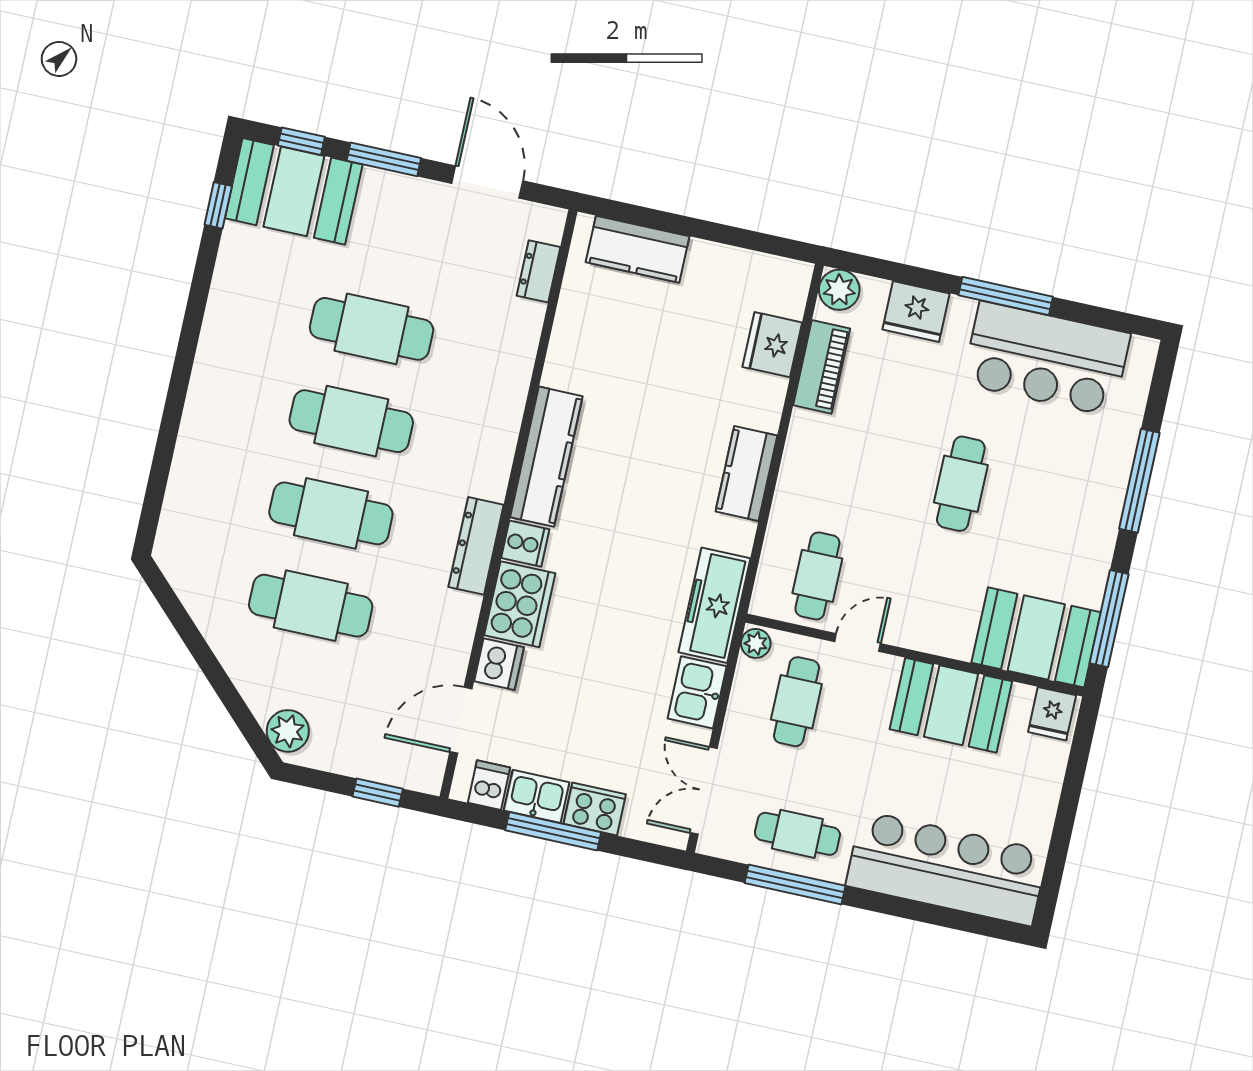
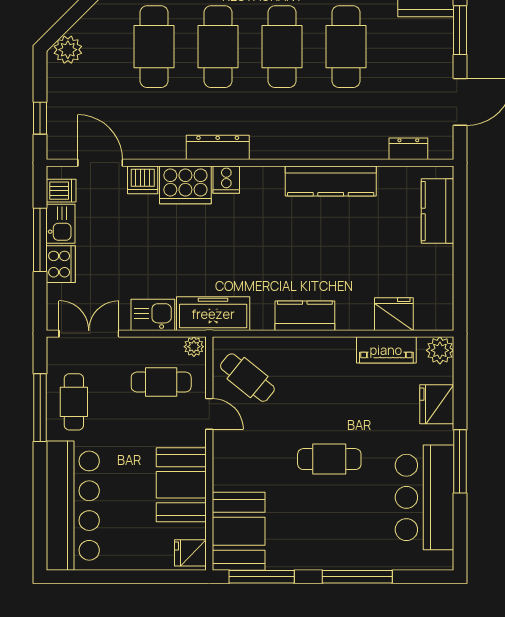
kitchen counter: (546, 457) -> (331, 181), moved
cafe table: (817, 576) -> (247, 378), turned 39

